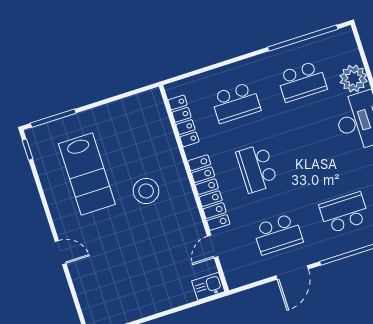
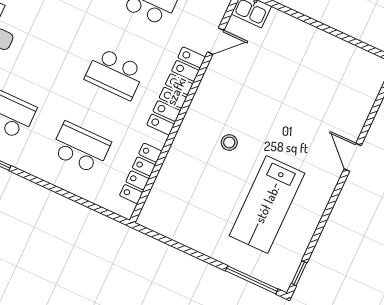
school desk: (257, 168) -> (115, 74), turned 90
lab bench: (87, 174) -> (267, 204), turned 180
stool: (146, 191) -> (229, 142), width x0.53, depth x0.53

